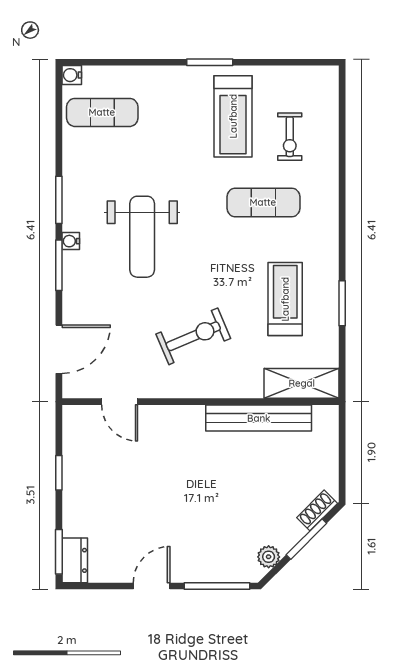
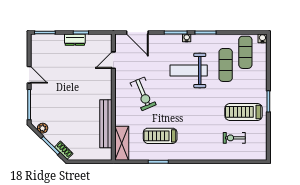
exercise mat: (263, 202) -> (226, 65), moved
treadmill: (285, 299) -> (160, 136), turned 180
dresser: (75, 560) -> (75, 40), moved

